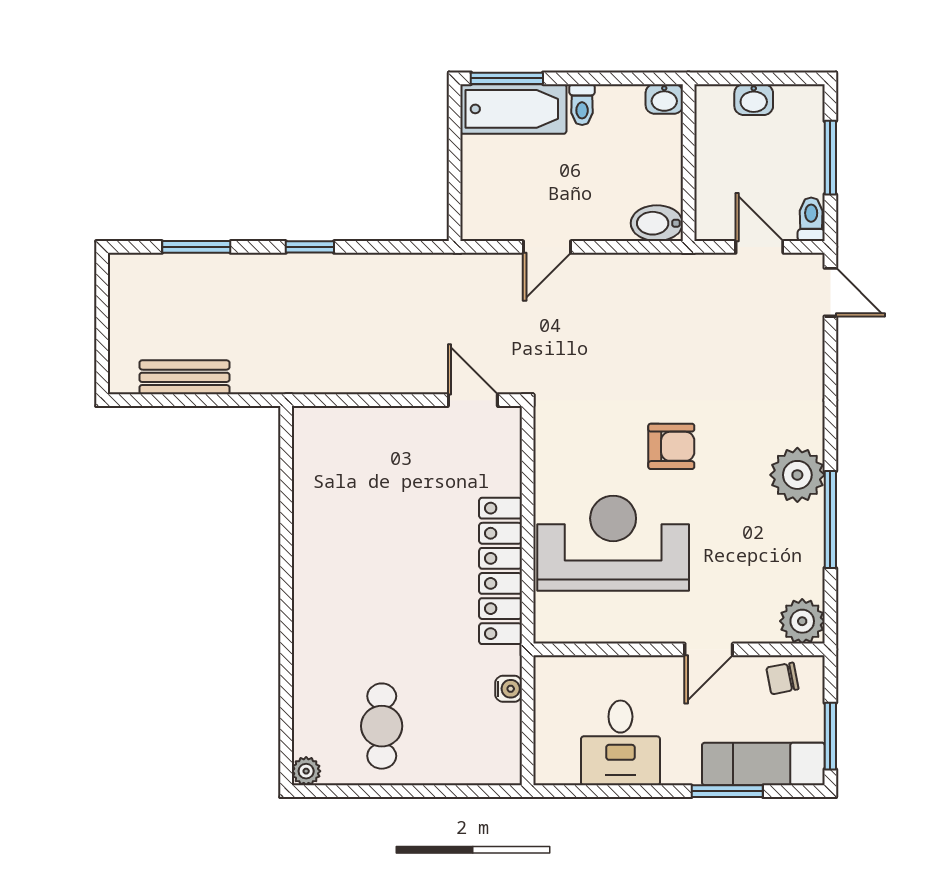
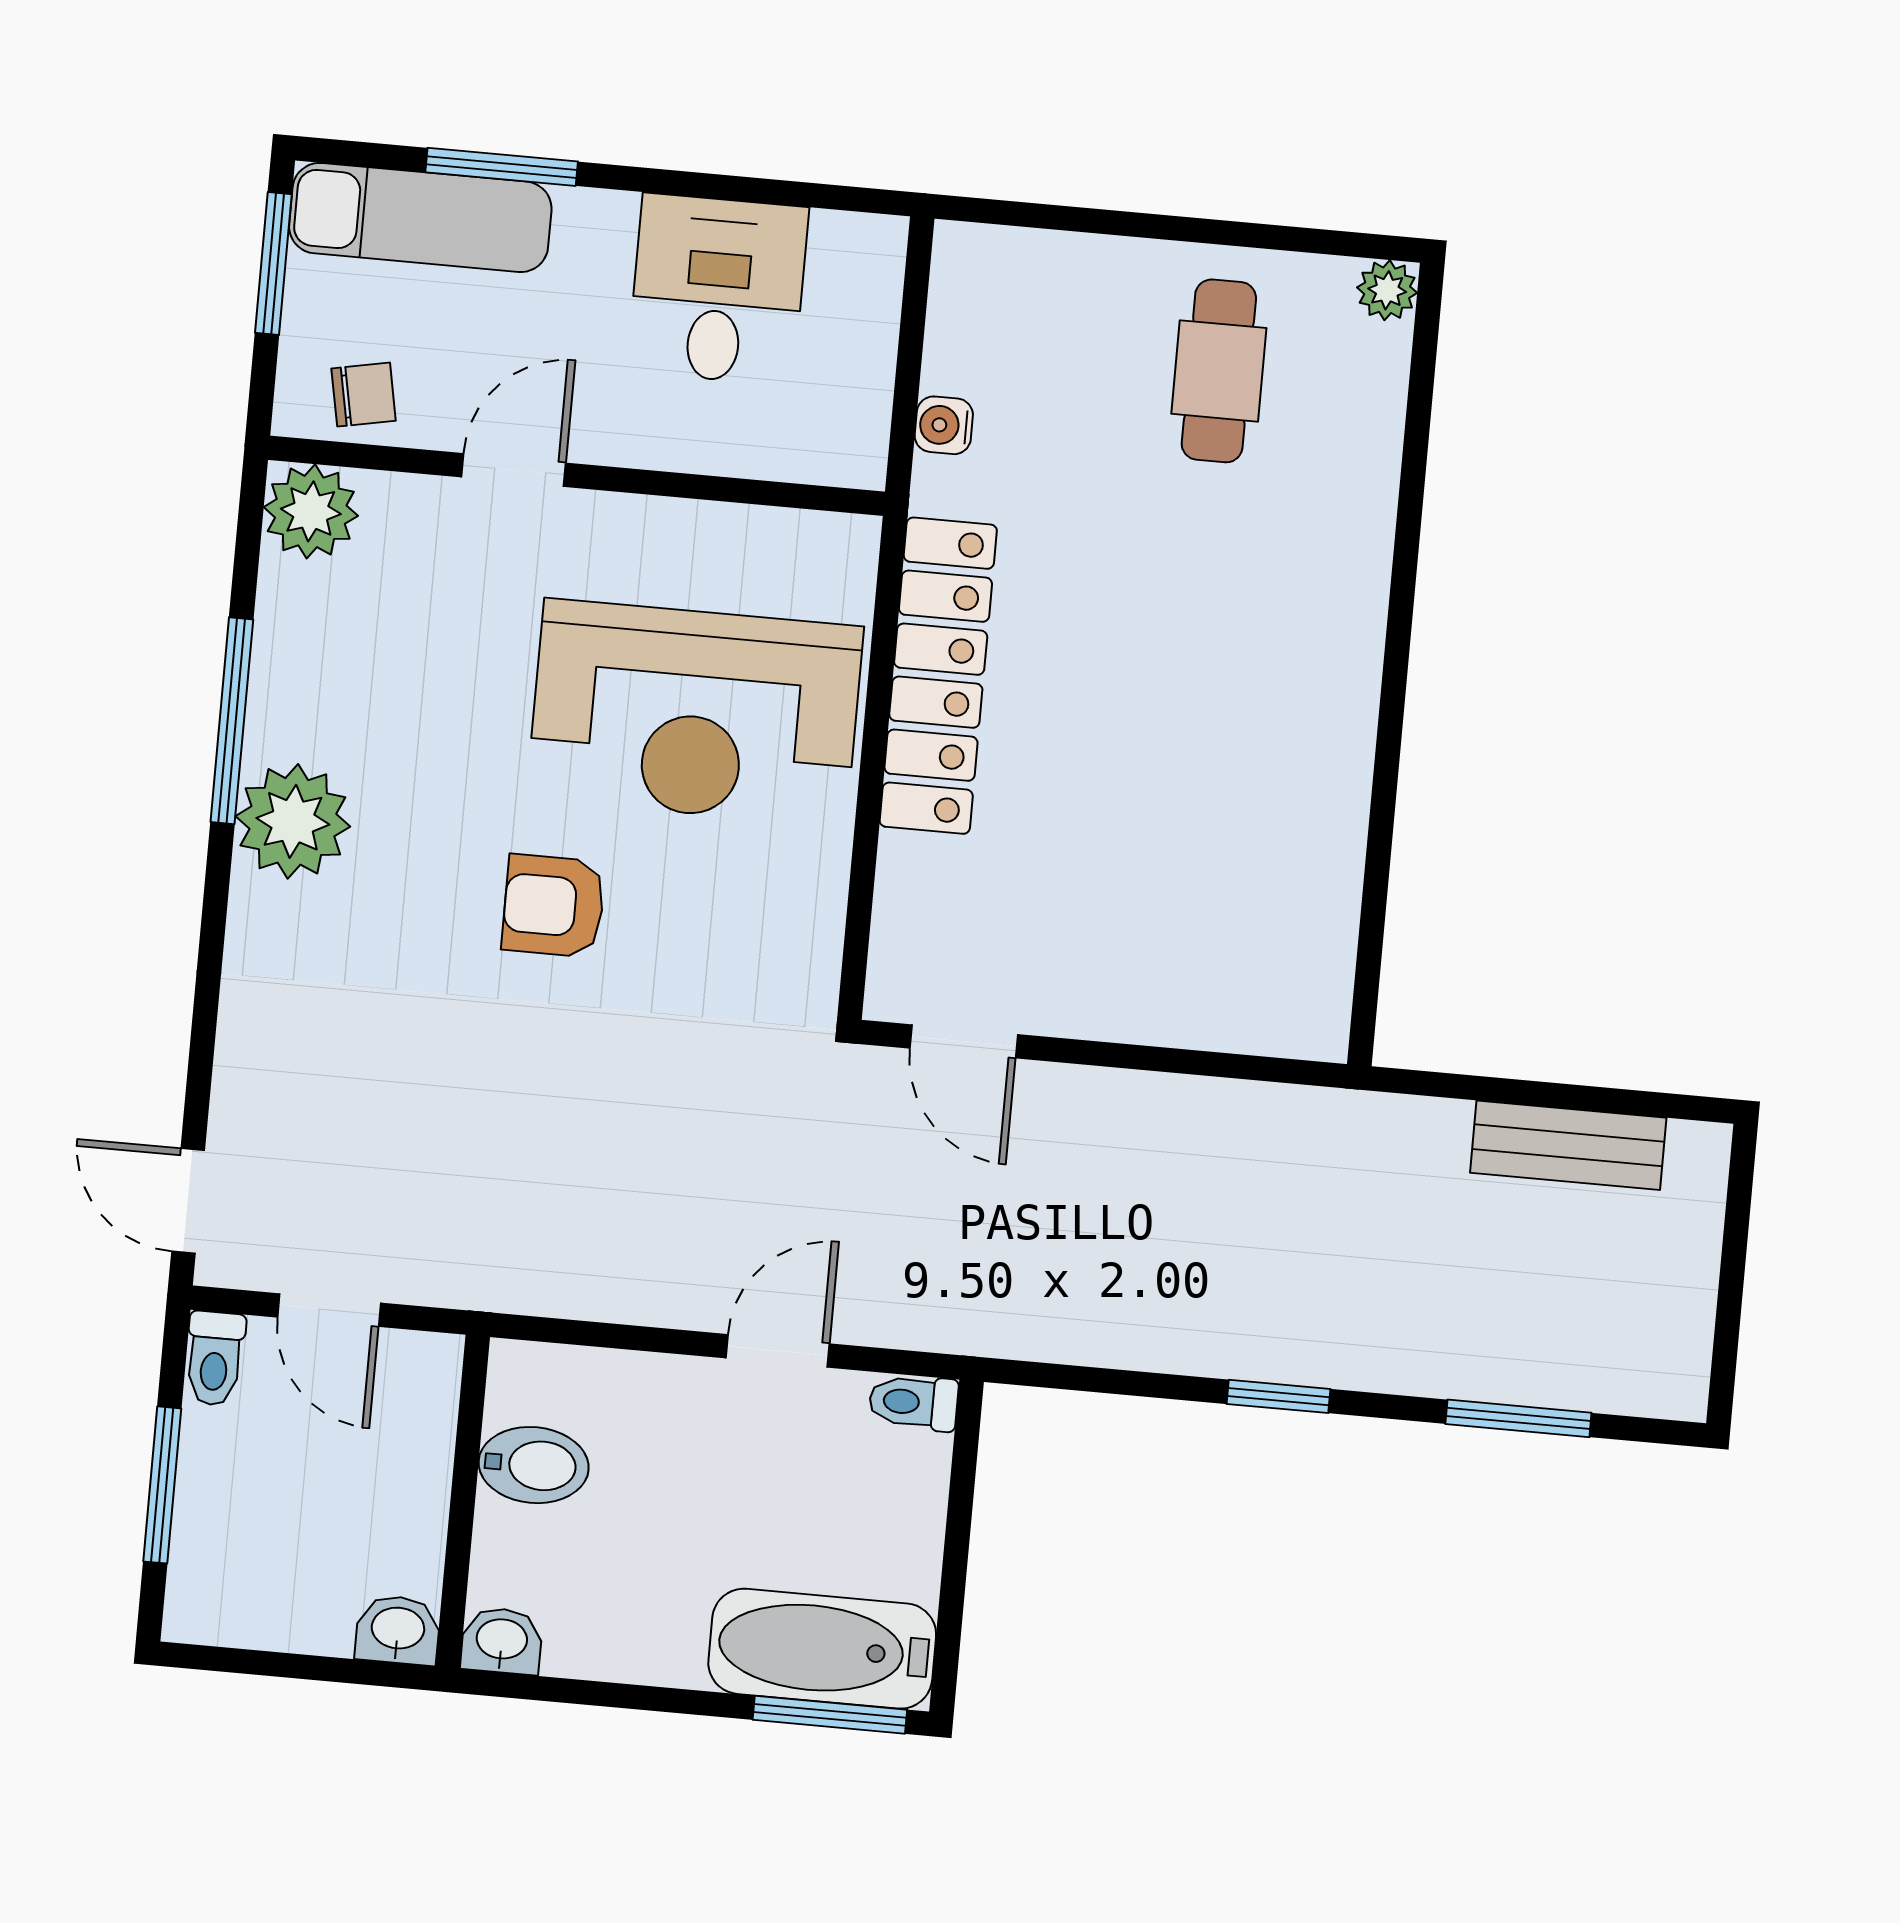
washbasin: (754, 100) -> (398, 1630), moved
toilet: (582, 105) -> (914, 1402), moved, turned -90
bidet: (657, 223) -> (534, 1465), moved

